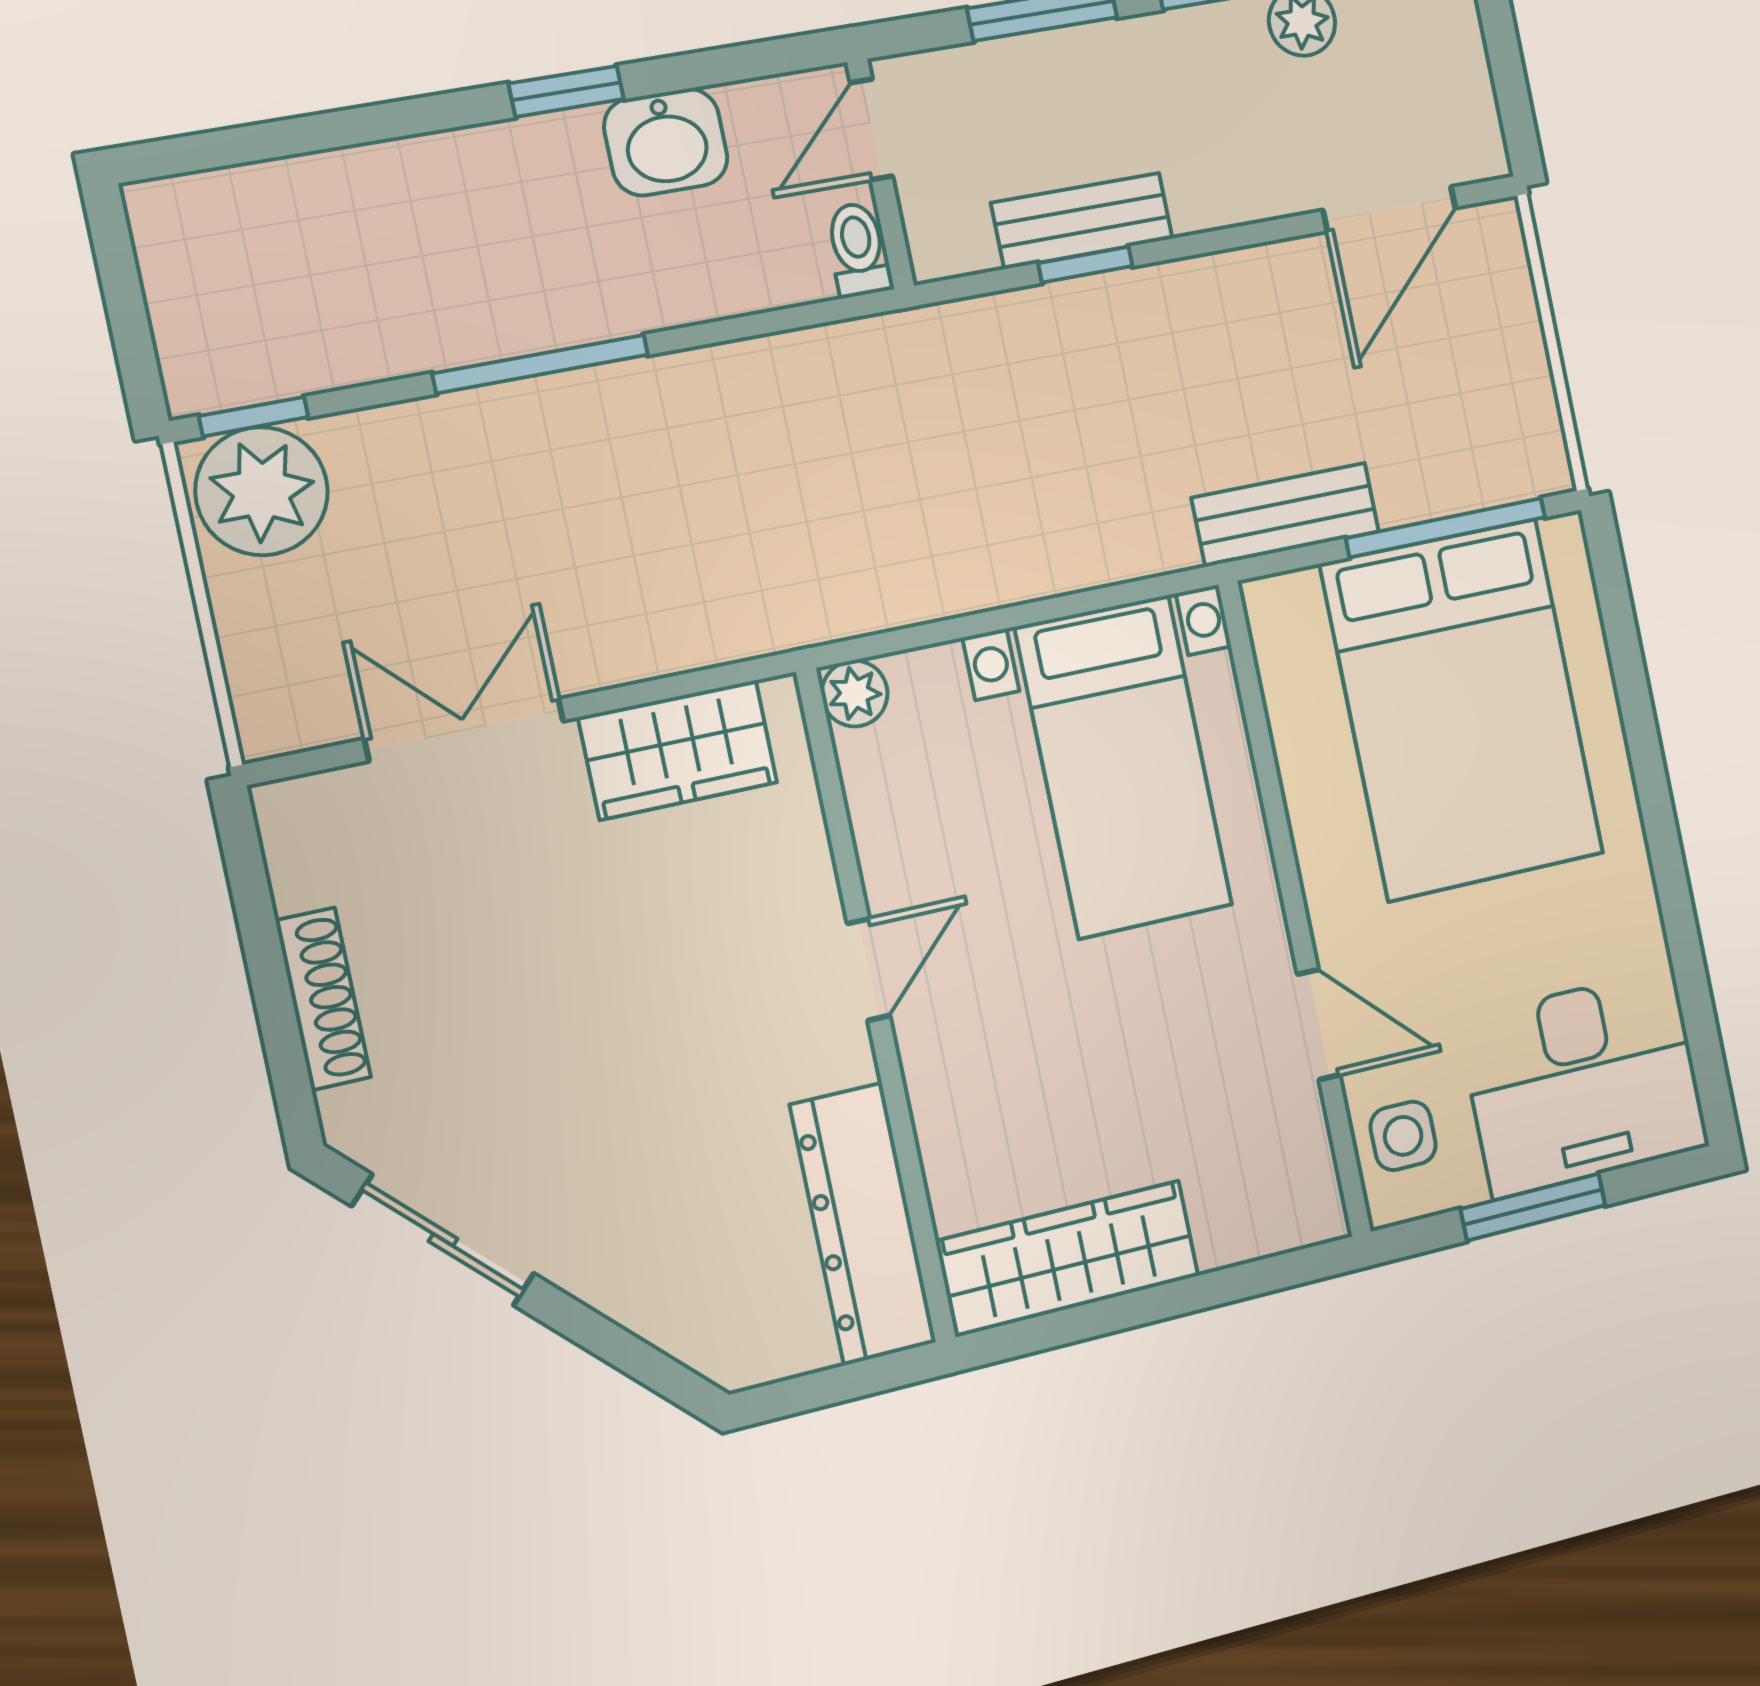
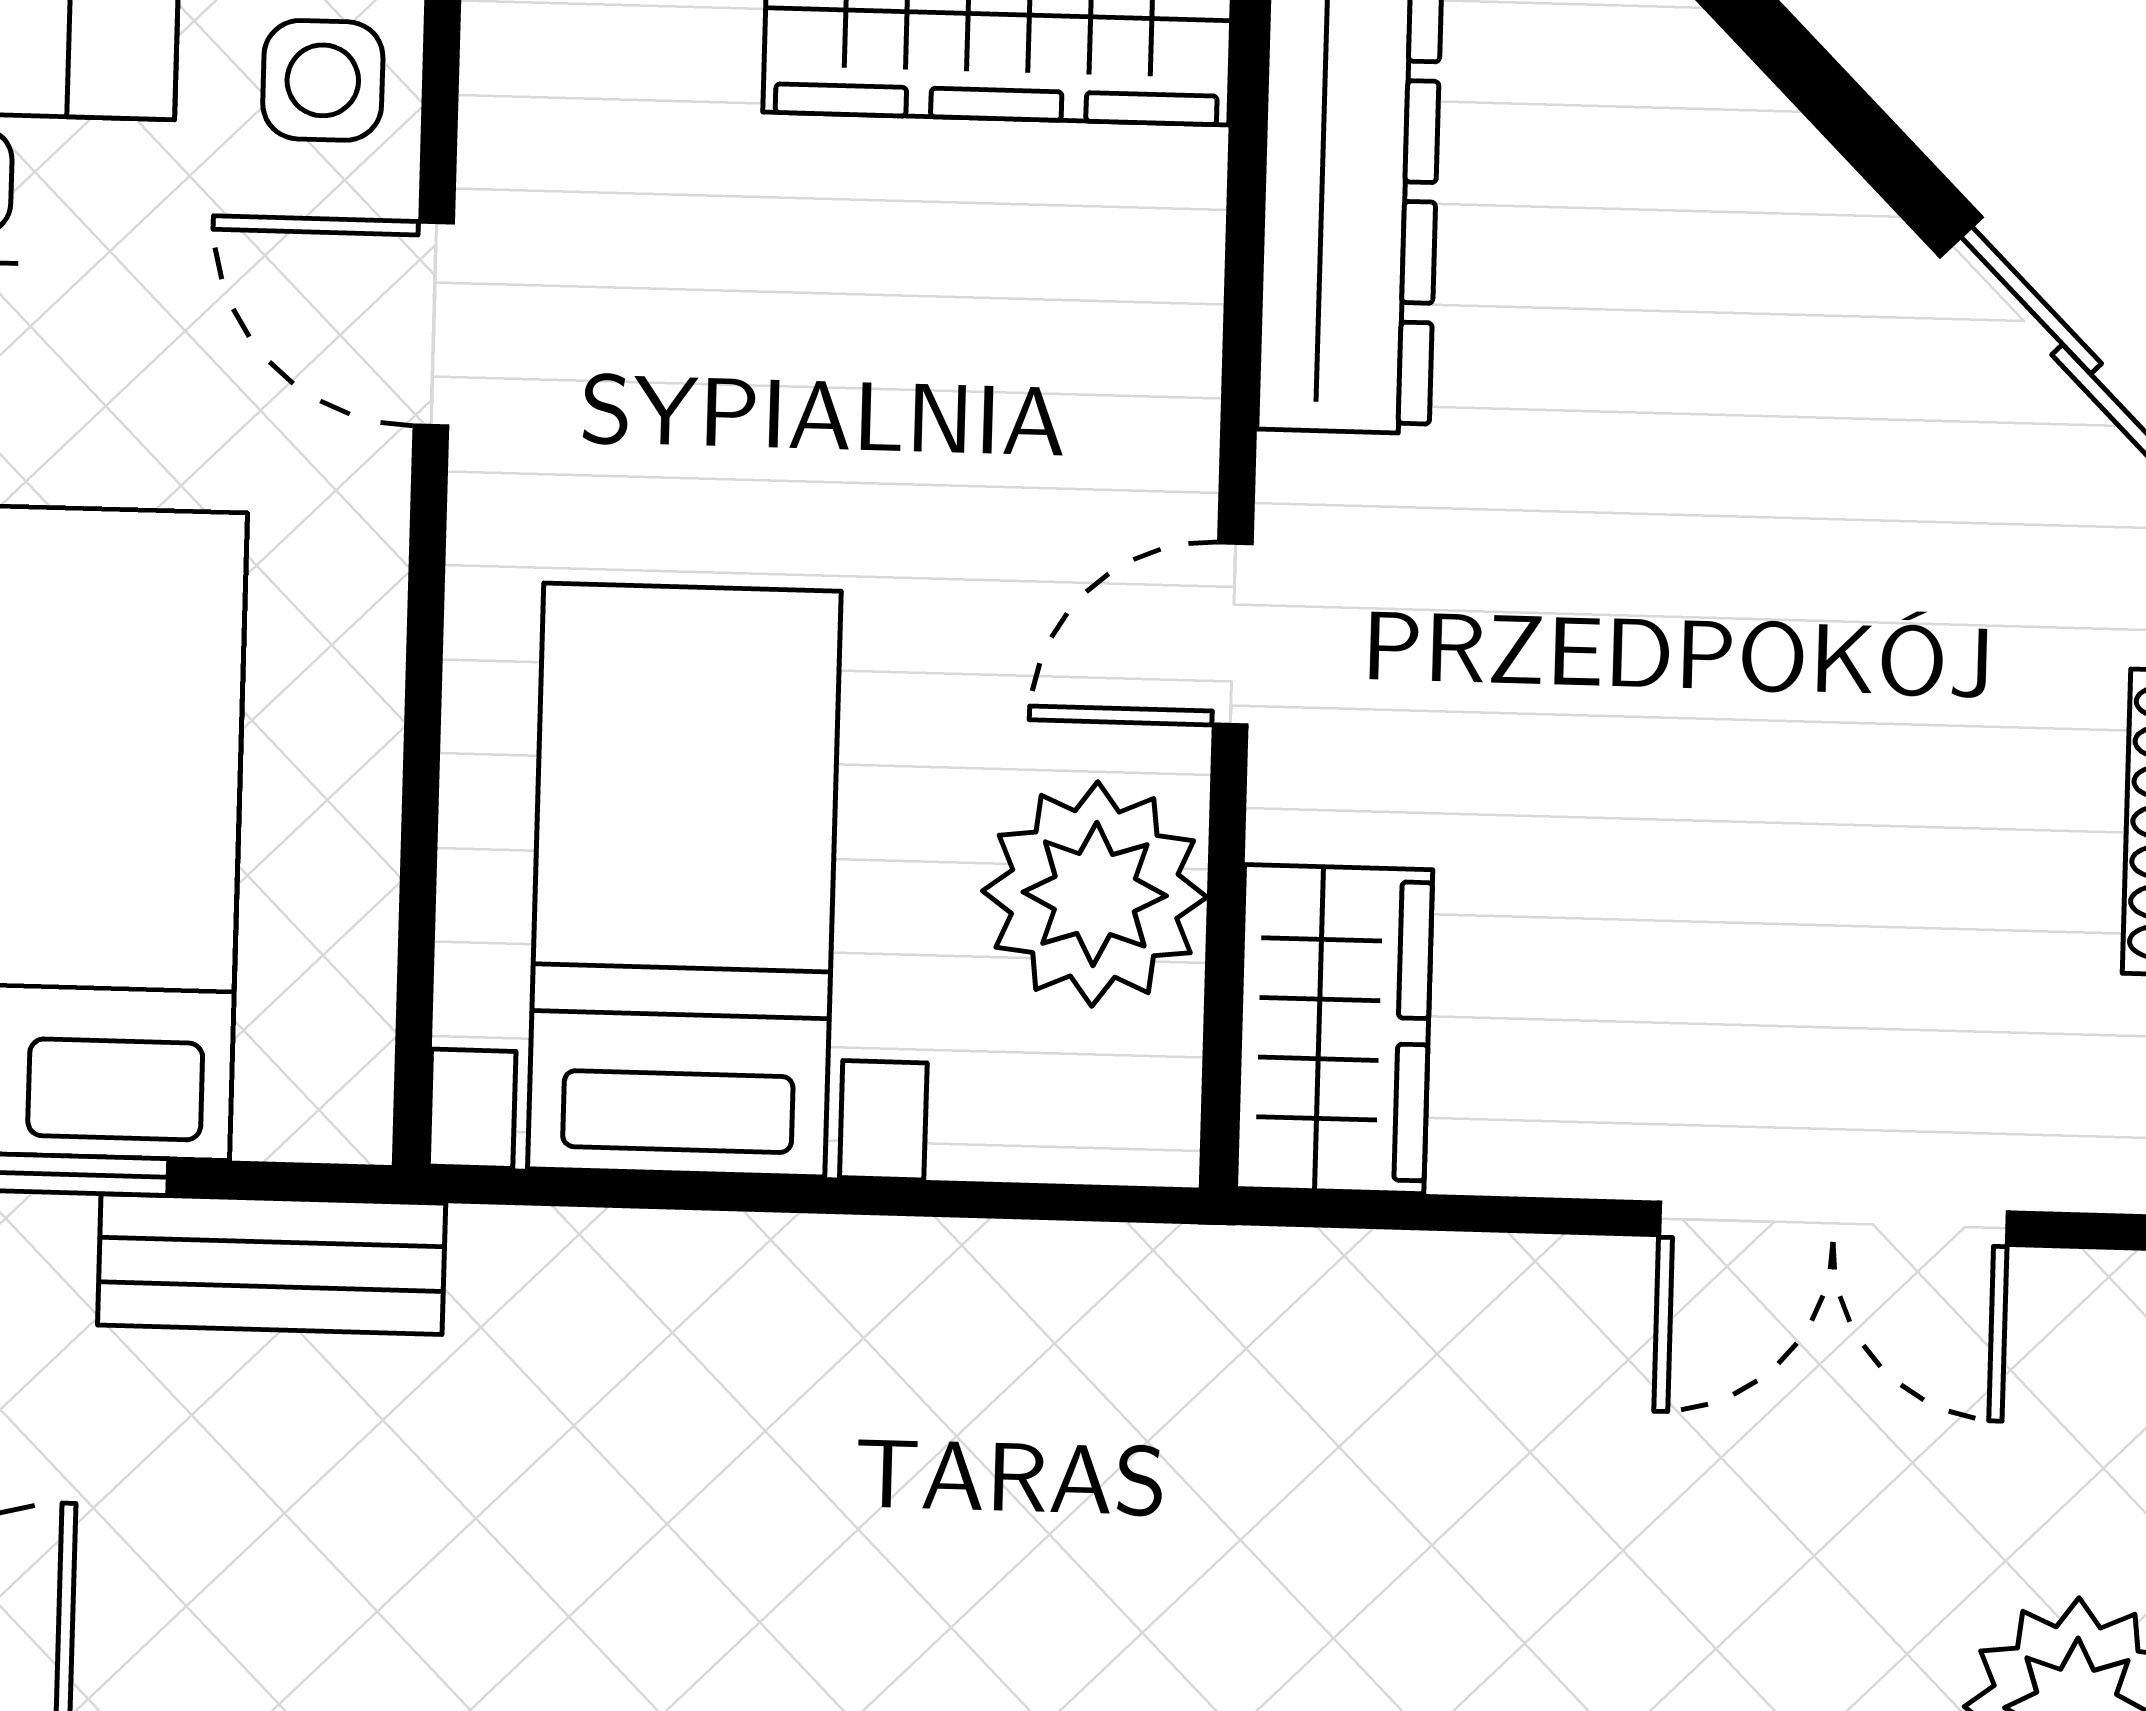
plant: (855, 693) -> (1095, 894), moved, width x1.87, depth x1.87
wardrobe: (678, 750) -> (1334, 1029), moved, turned 90

